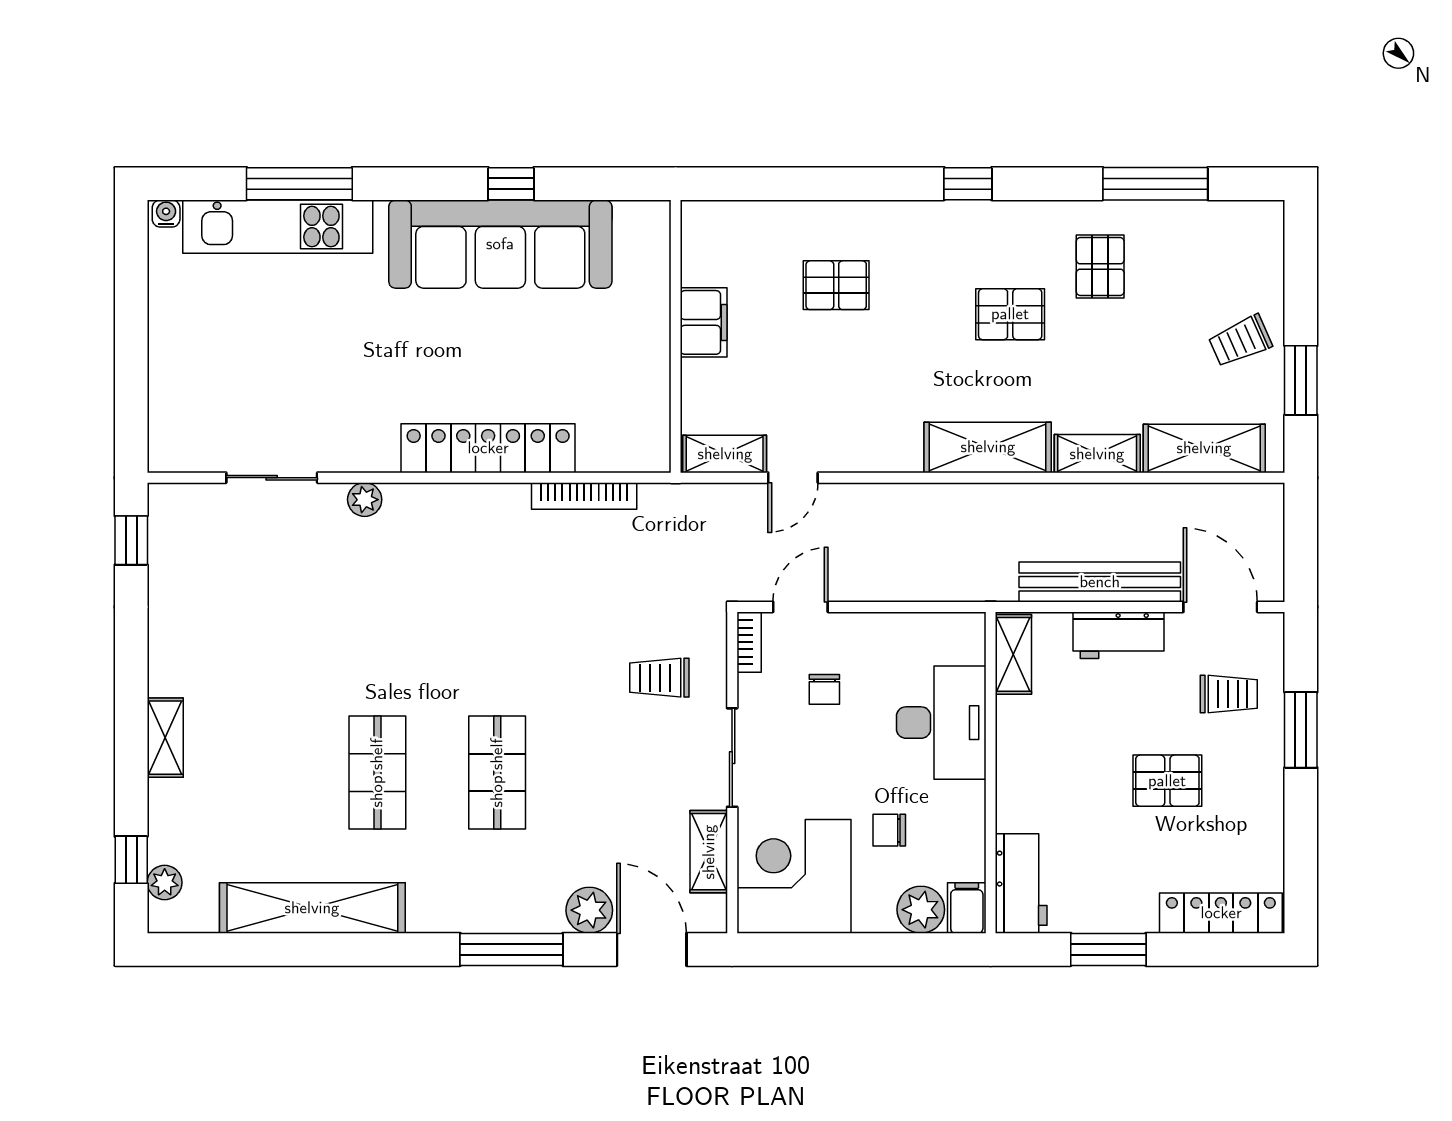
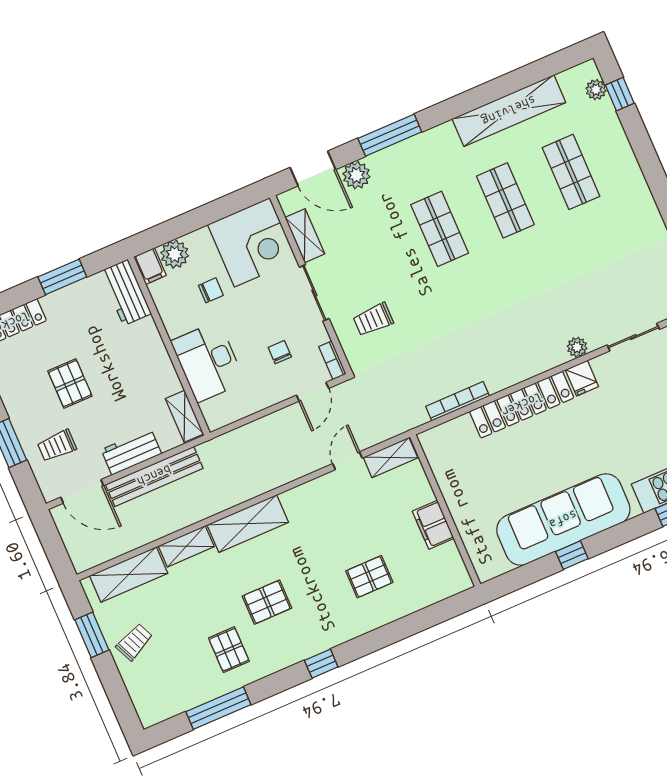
fridge: (378, 449) -> (582, 378), added
trolley: (659, 678) -> (373, 319), turned 180
shelving: (165, 738) -> (630, 169), removed
shop shelf: (258, 773) -> (571, 172), added
pallet: (1167, 781) -> (70, 383), turned 90

